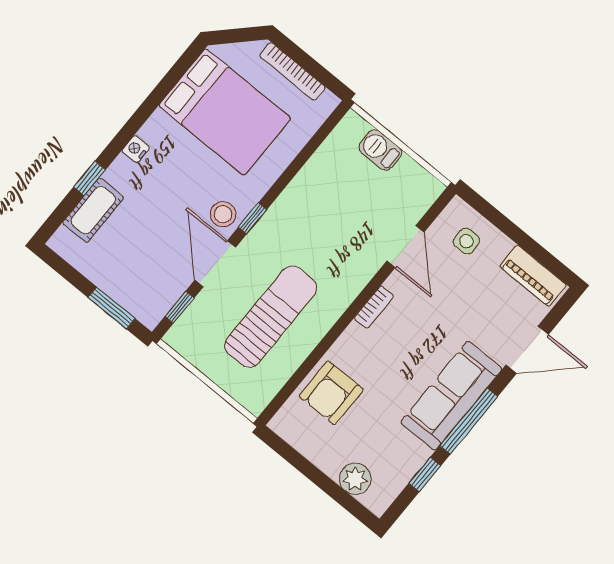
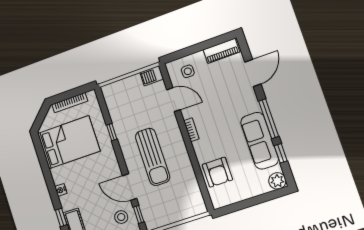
barbecue: (380, 150) -> (152, 76), moved
stool: (223, 214) -> (121, 217), moved
window: (252, 218) -> (112, 132), moved
sun lounger: (271, 317) -> (153, 157), moved, turned 180
sofa: (451, 396) -> (260, 141), moved
plant: (355, 479) -> (277, 181), moved

